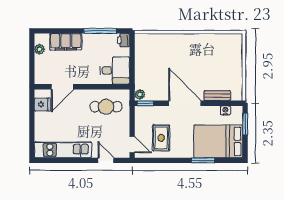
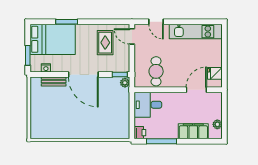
cafe table: (106, 107) -> (156, 71), turned 90

